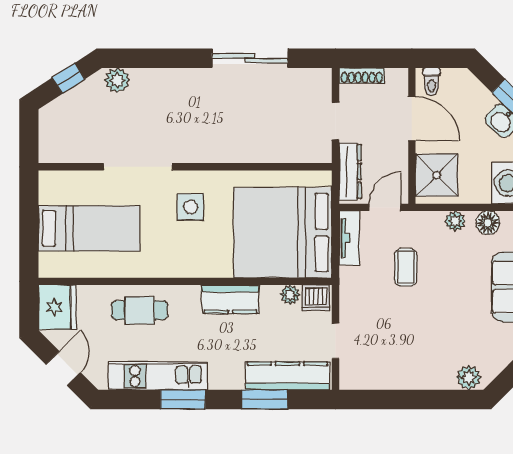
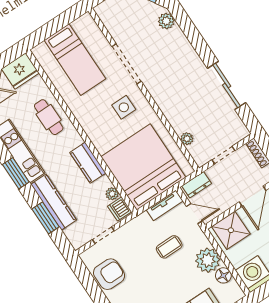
plant: (284, 154) -> (187, 139), added
dresser: (350, 171) -> (197, 185), width x0.70
plant: (455, 221) -> (208, 260), width x1.87, depth x1.87
armchair: (390, 367) -> (109, 274), added
kitchen counter: (287, 376) -> (54, 202), moved

